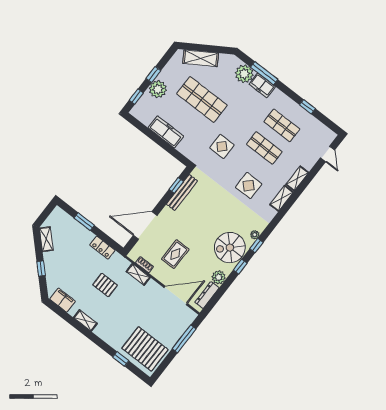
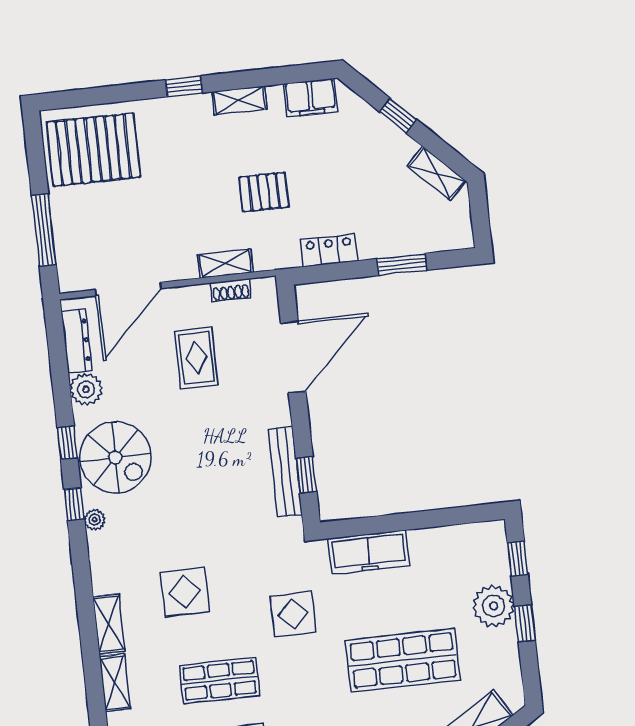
freezer: (166, 132) -> (369, 552), moved
spiral stairs: (230, 248) -> (115, 457), turned 90
window: (121, 359) -> (184, 86), moved

